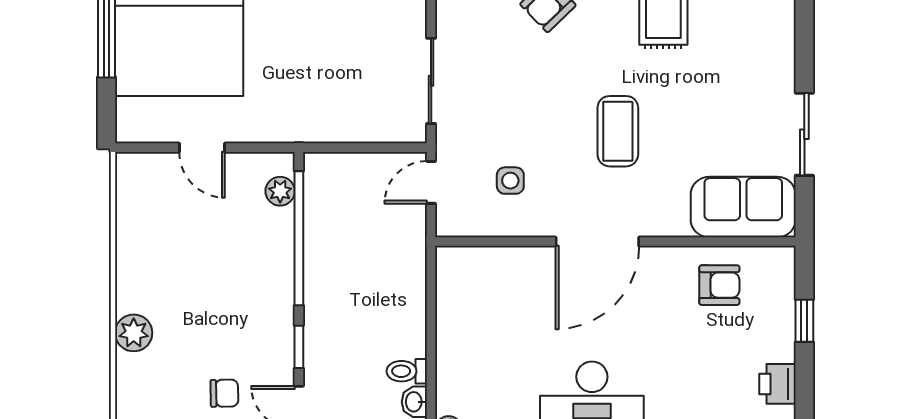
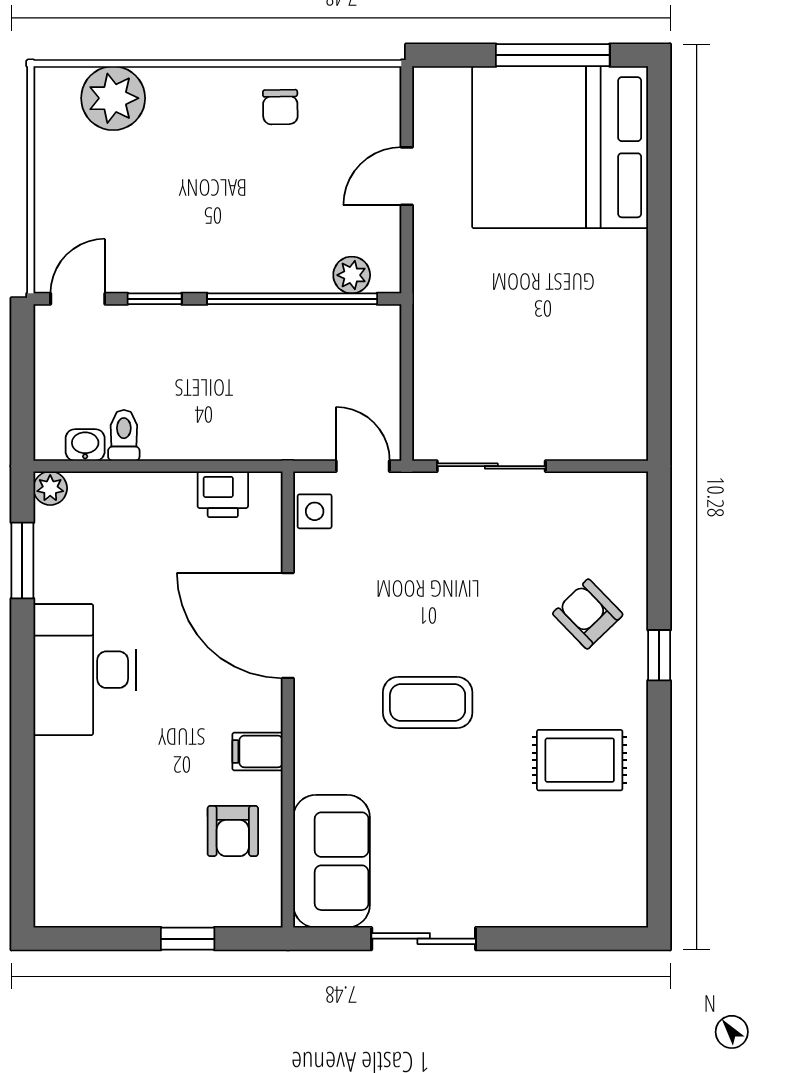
side table: (510, 181) -> (315, 511), moved
door: (597, 242) -> (288, 625), moved
filing cabinet: (657, 266) -> (258, 751), added
plant: (134, 333) -> (113, 98), moved, width x1.36, depth x1.36
printer: (778, 384) -> (223, 494), moved, turned 180
chair: (224, 393) -> (280, 107), moved

